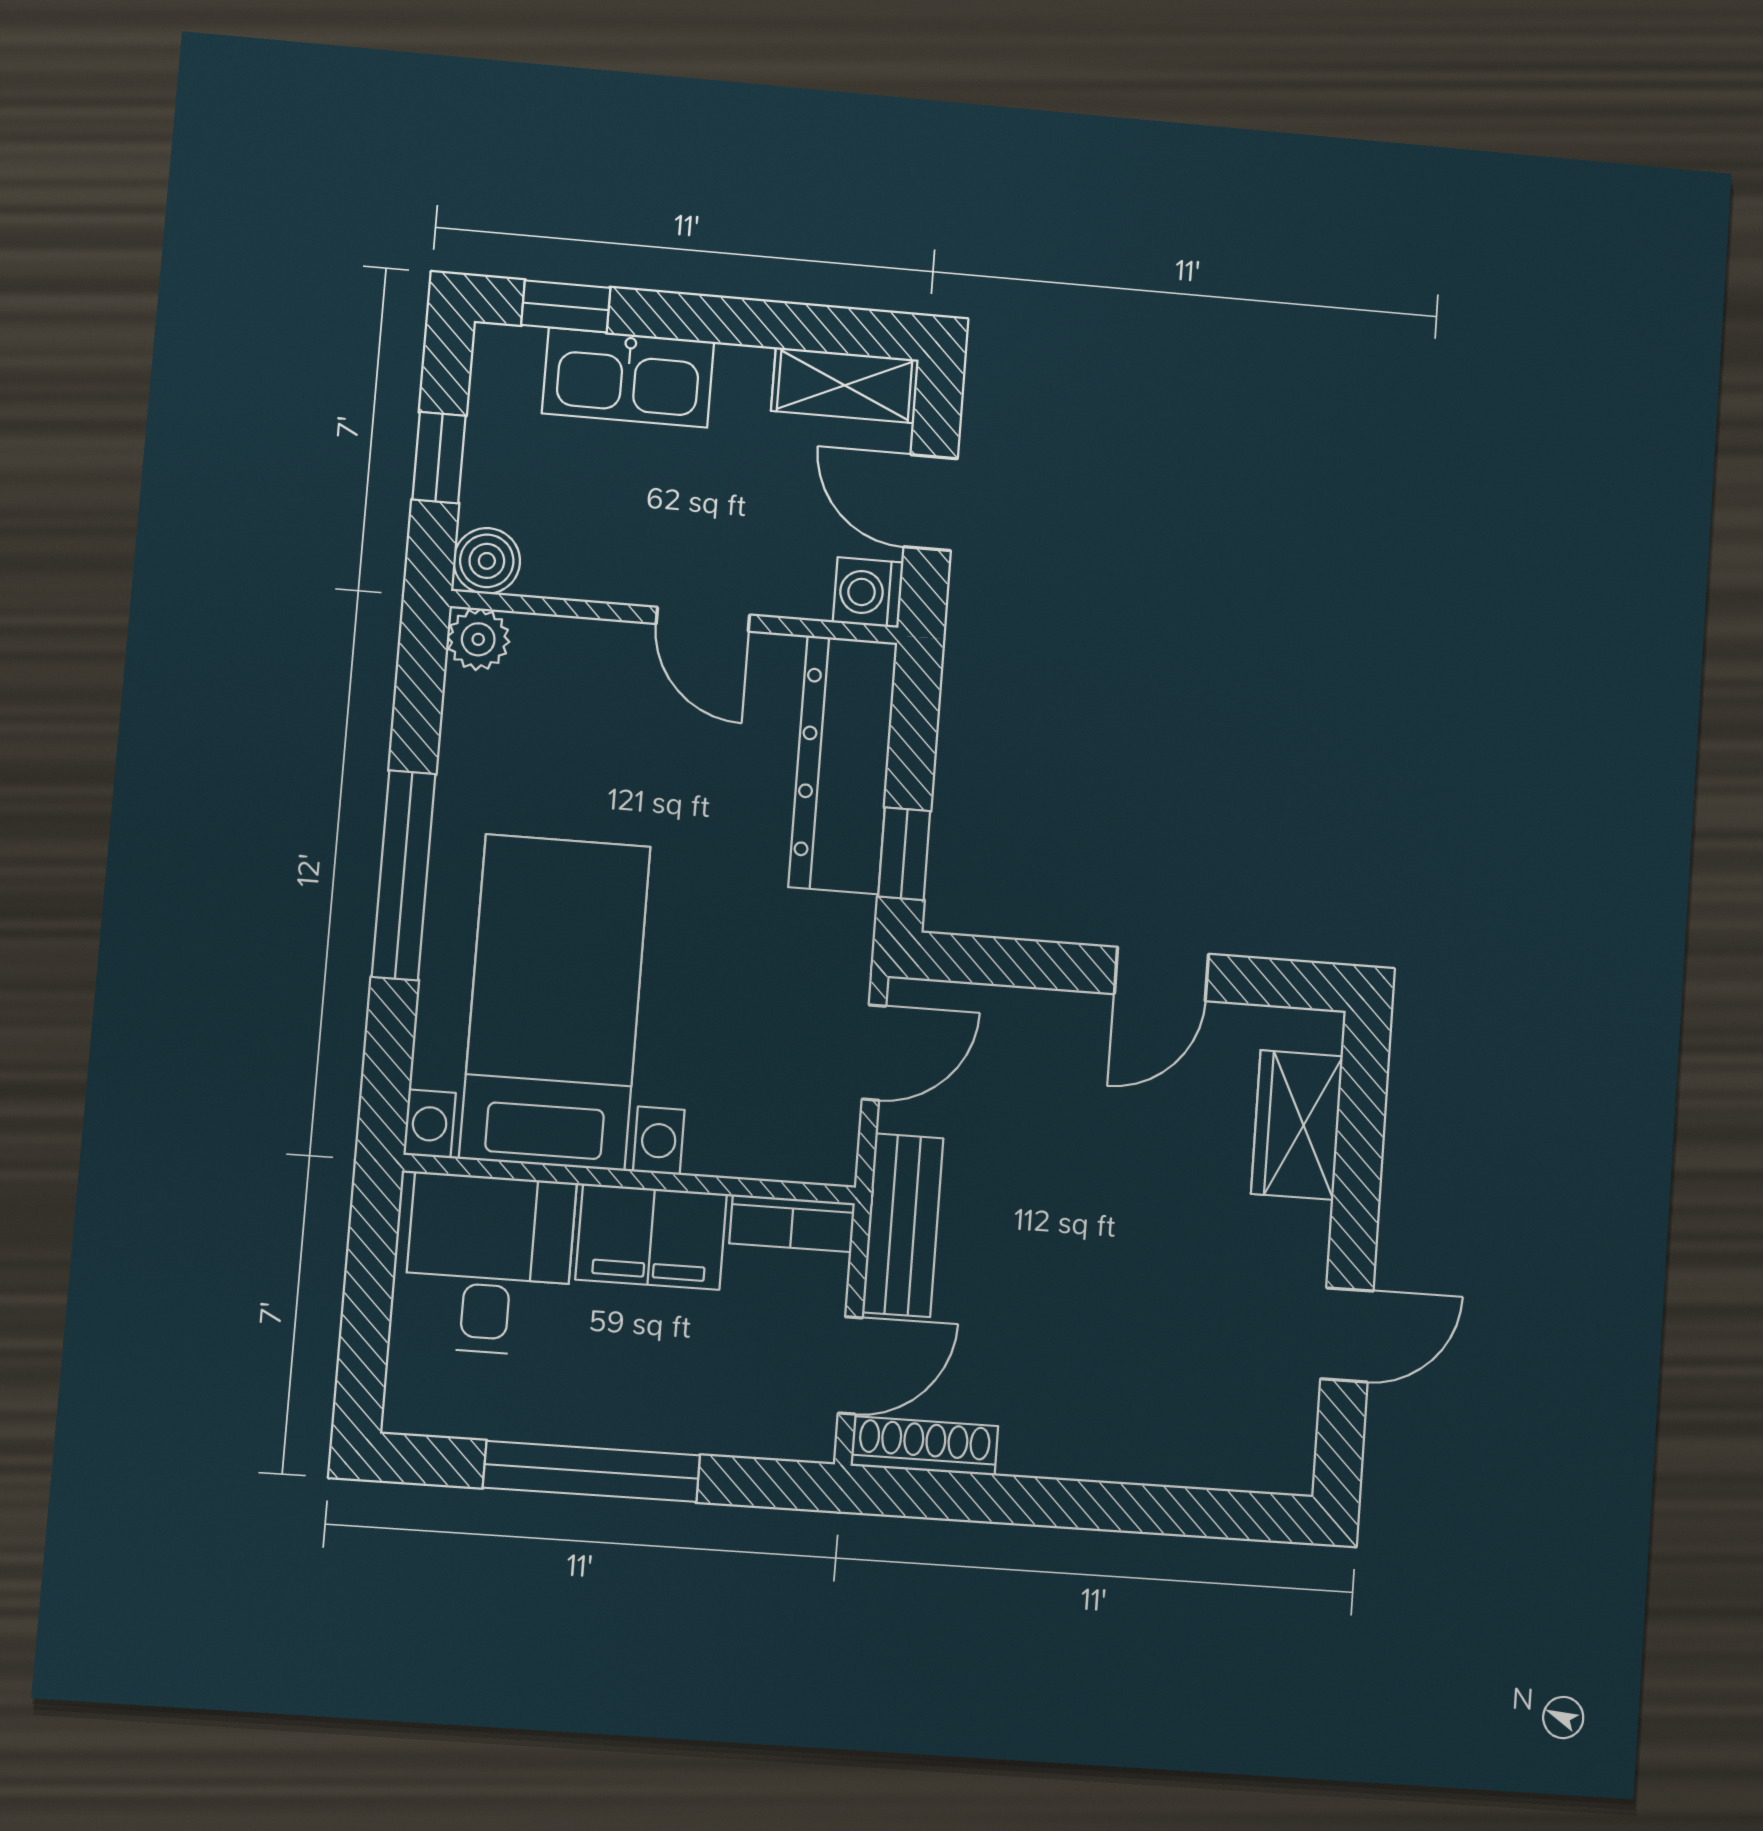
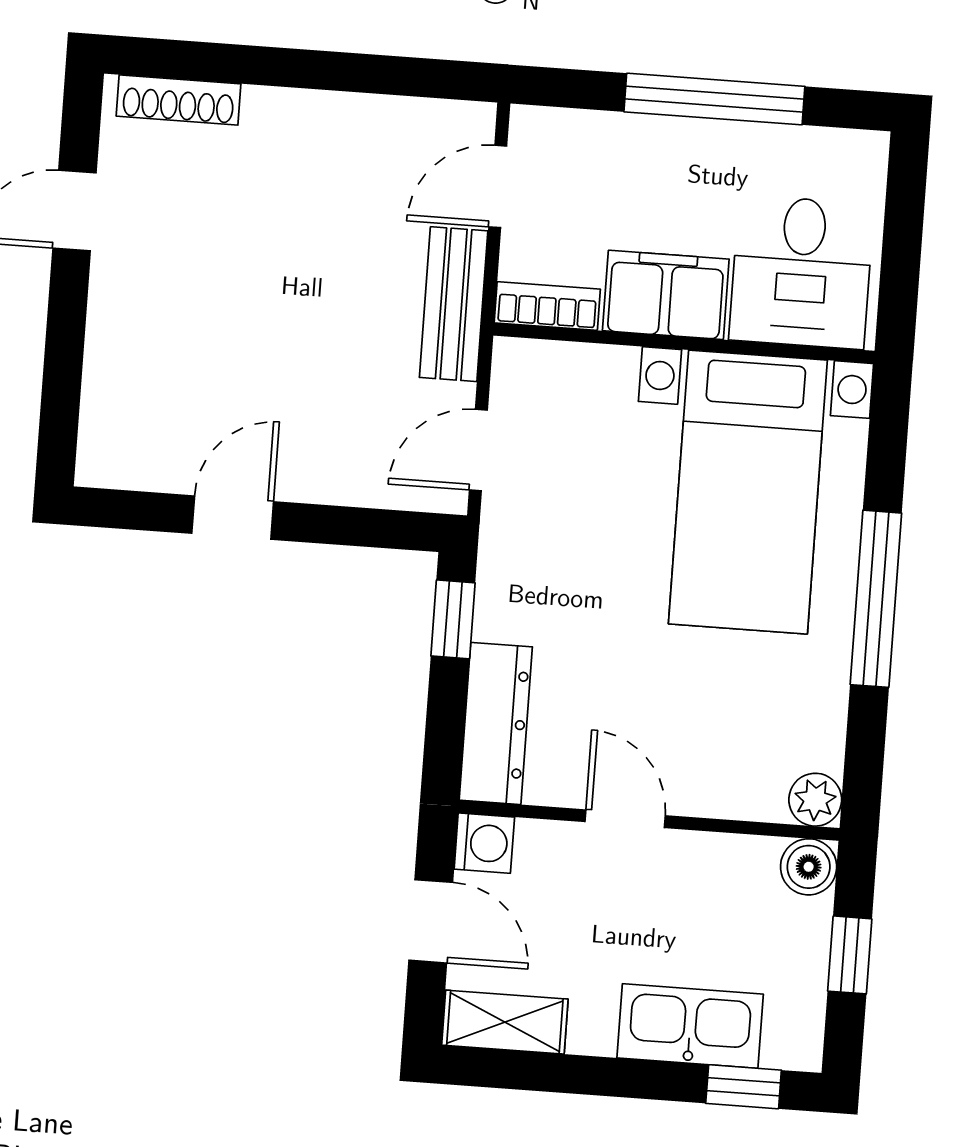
dresser: (843, 765) -> (496, 723), width x0.73, depth x0.80
wardrobe: (1297, 1125) -> (117, 389), removed
shoe rack: (924, 1446) -> (179, 100), moved

